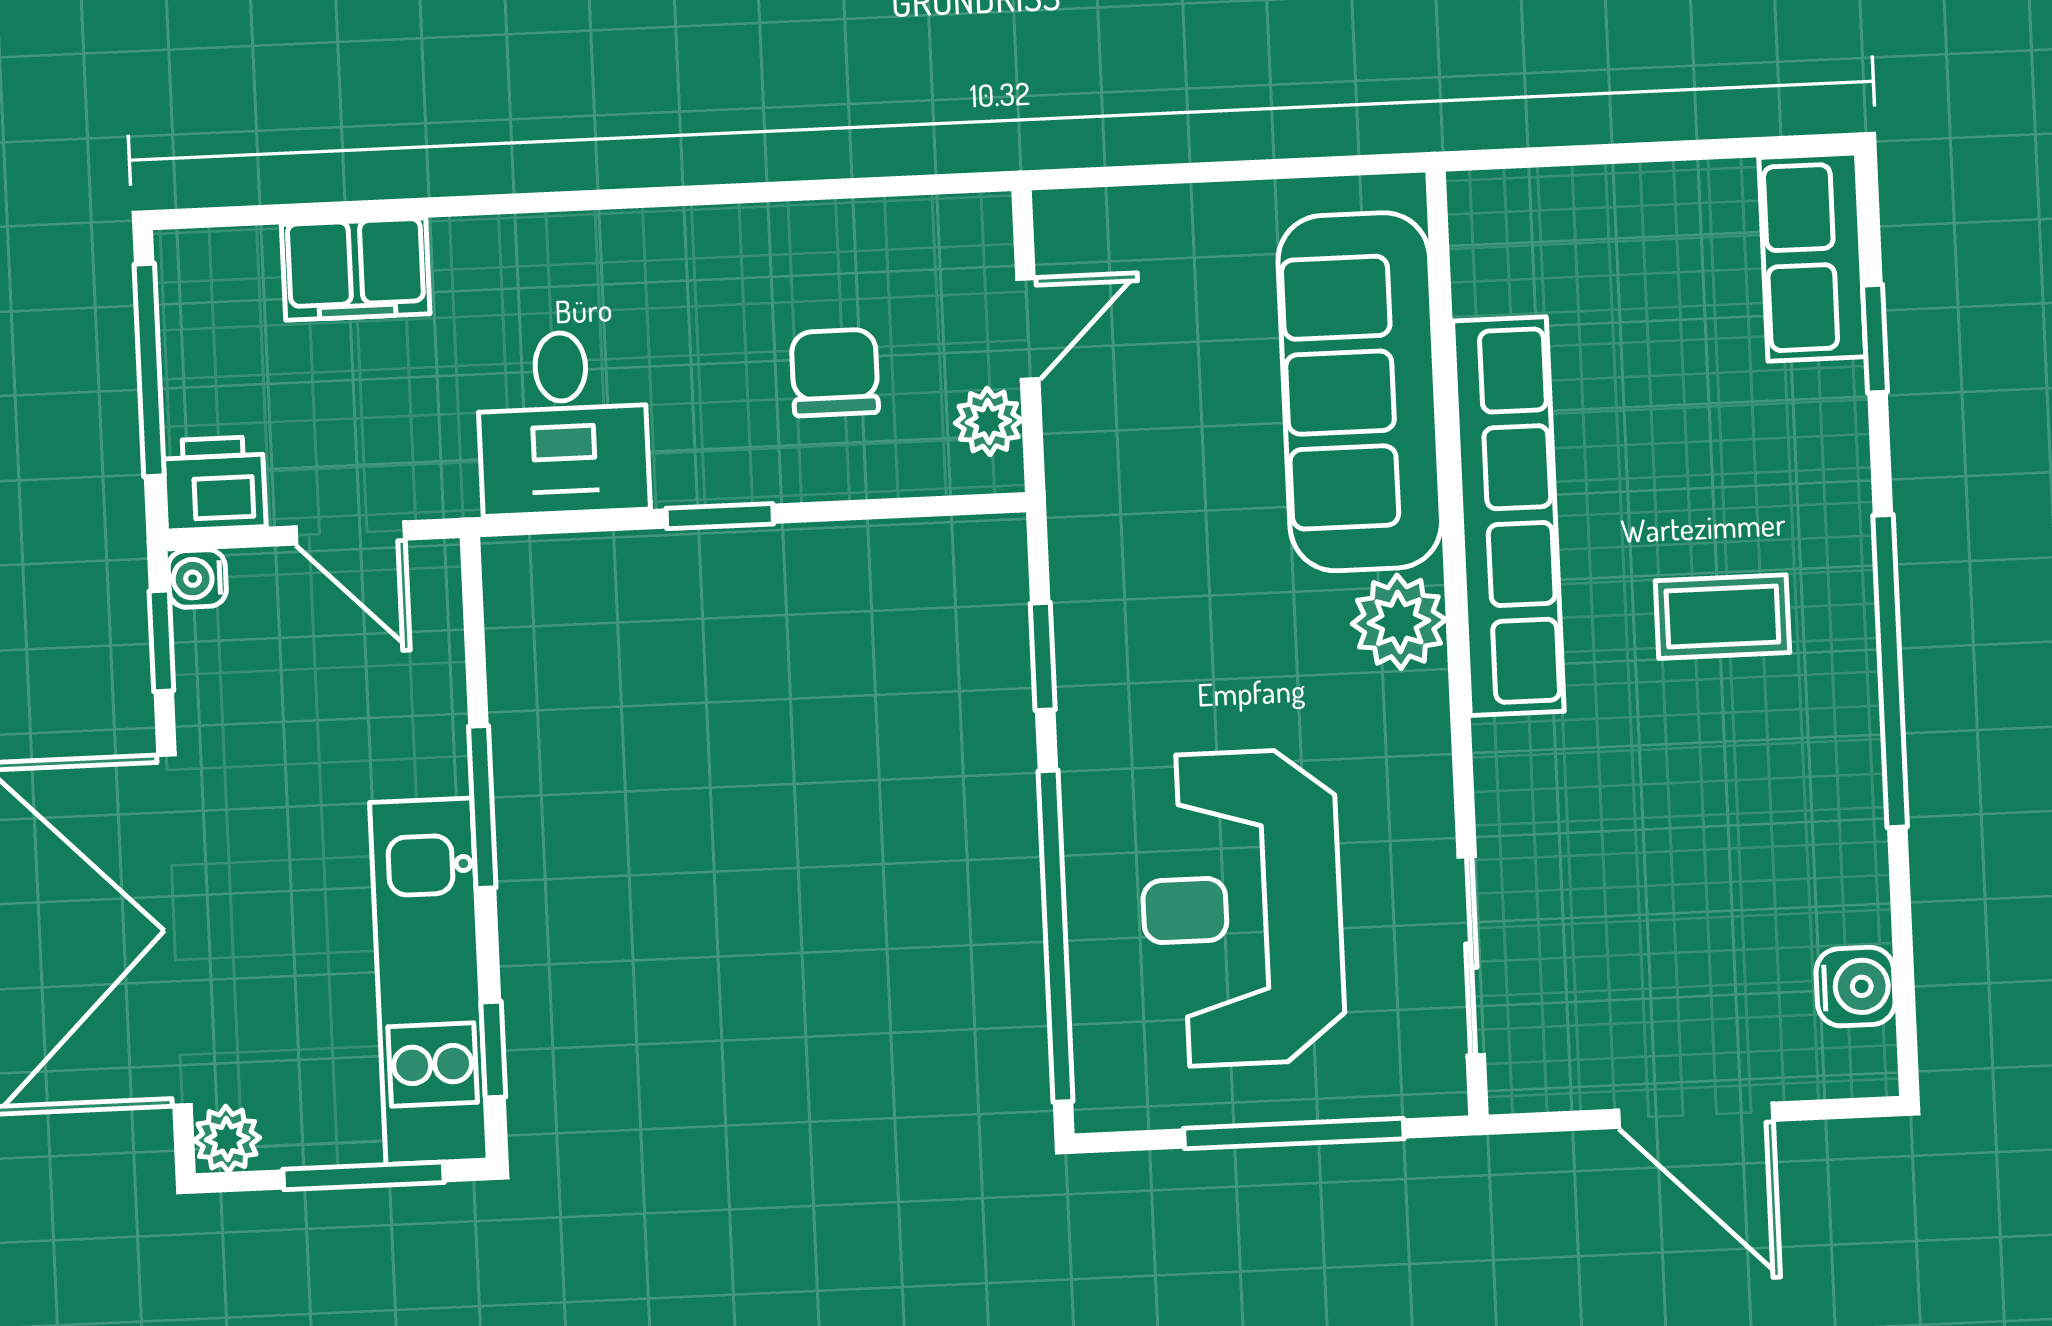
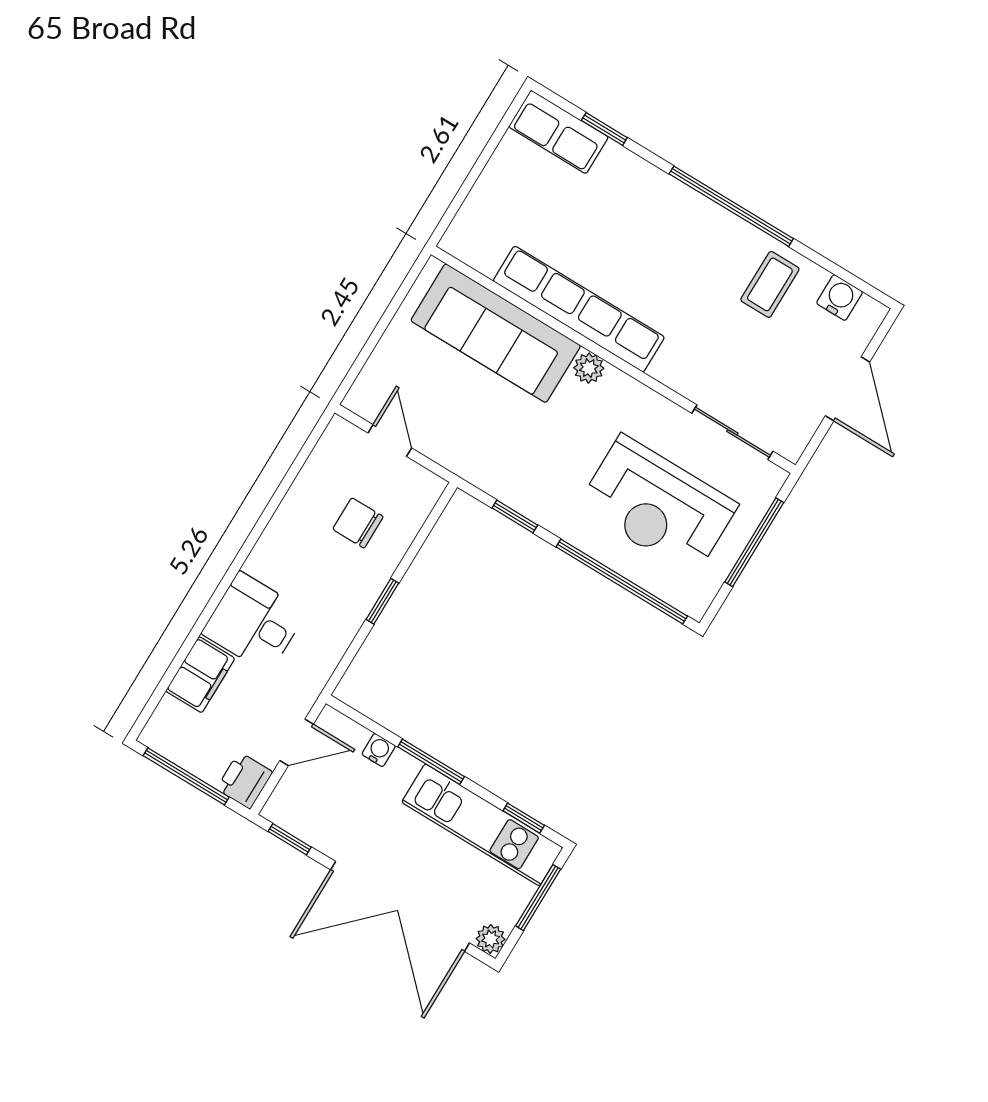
plant: (988, 421) -> (414, 478), removed
desk: (563, 423) -> (254, 622), moved, turned 180
water cooler: (197, 578) -> (379, 750), moved, turned 180
coffee table: (1722, 617) -> (770, 284), moved
plant: (1399, 622) -> (589, 368), width x0.73, depth x0.73
door: (1696, 1115) -> (847, 389), hinge flipped

